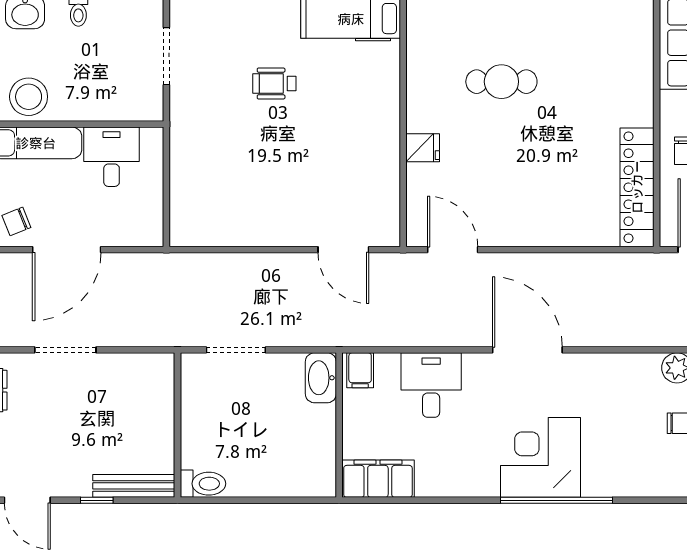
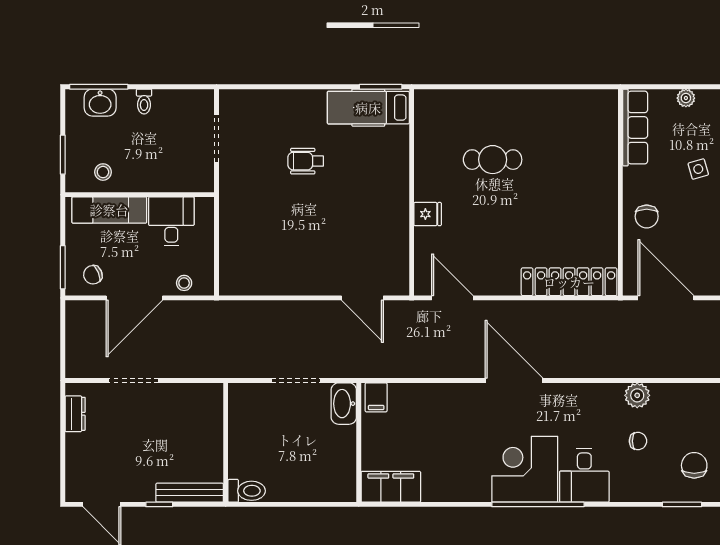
stool: (29, 97) -> (103, 172), width x0.53, depth x0.53
locker: (637, 187) -> (569, 282), moved, turned 90
stool: (127, 231) -> (184, 283), added
doorway: (236, 350) -> (296, 381), moved
desk: (431, 385) -> (584, 475), moved, turned 180

